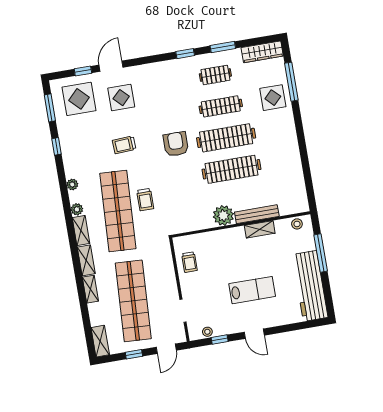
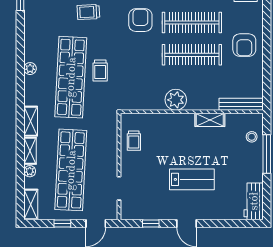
armchair: (281, 151) -> (244, 45), added
plant: (72, 184) -> (30, 171), moved
bench: (257, 214) -> (241, 104), moved
stool: (297, 224) -> (252, 137), moved
shelving: (81, 231) -> (31, 90), removed
workbench: (310, 286) -> (254, 201), width x0.53, depth x0.76
stool: (207, 332) -> (140, 214), removed

